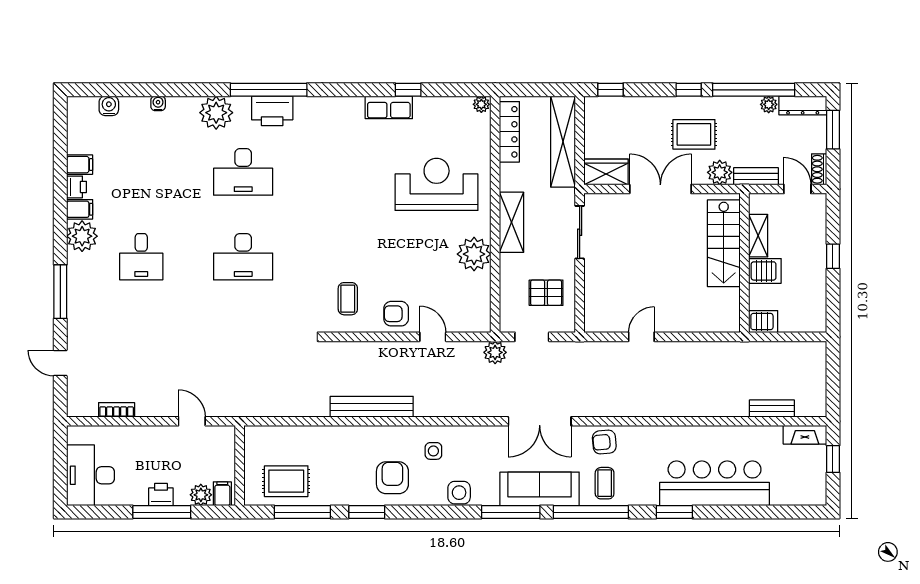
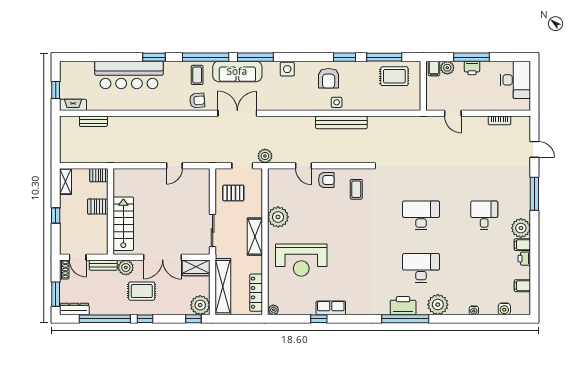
plant: (769, 104) -> (200, 305), moved, width x1.87, depth x1.87
filing cabinet: (80, 165) -> (522, 286), moved
shelving: (758, 236) -> (65, 181), moved
side table: (433, 451) -> (337, 102), moved

